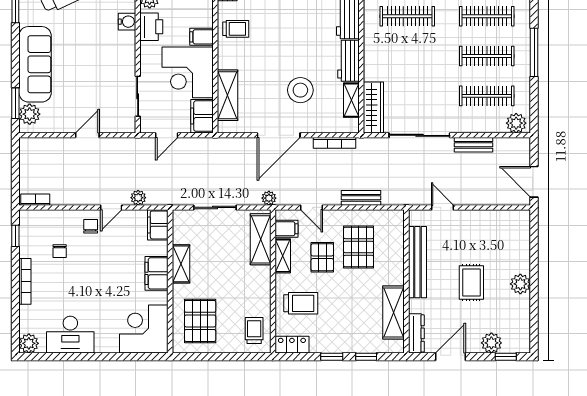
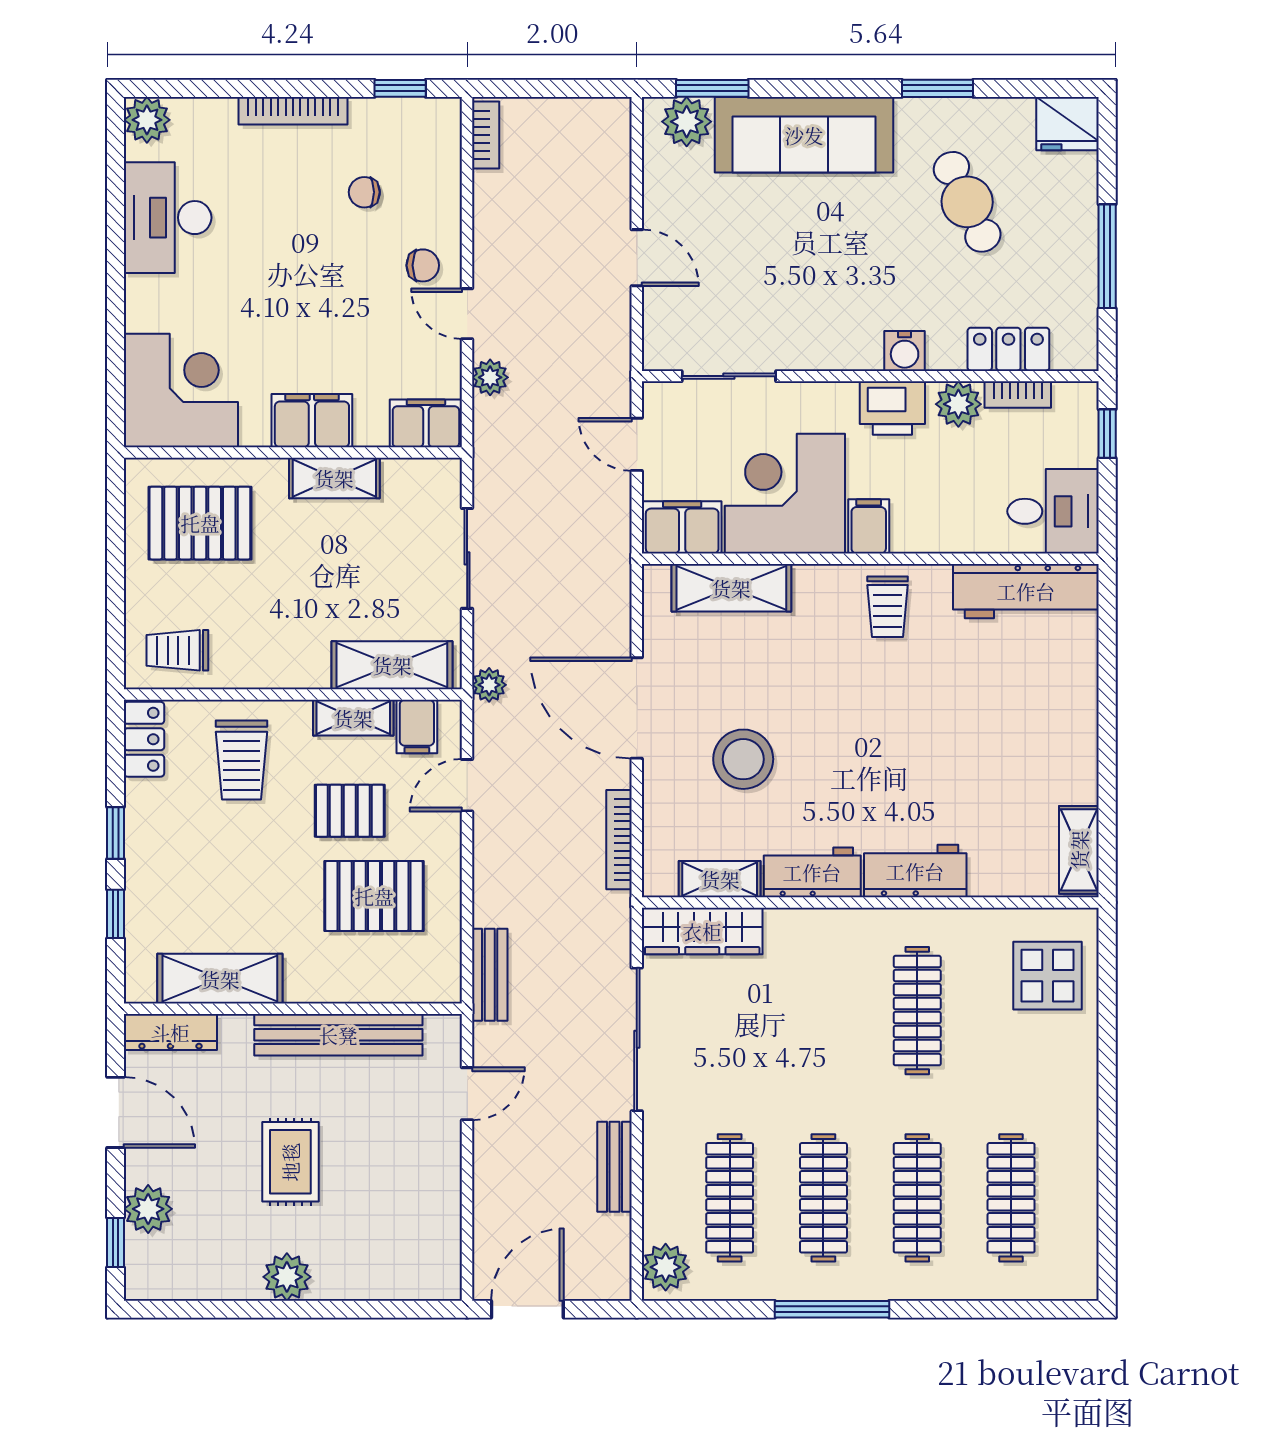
bench: (361, 198) -> (490, 975), moved
rug: (471, 282) -> (290, 1162), turned 90
trolley: (254, 331) -> (177, 650), turned 180

